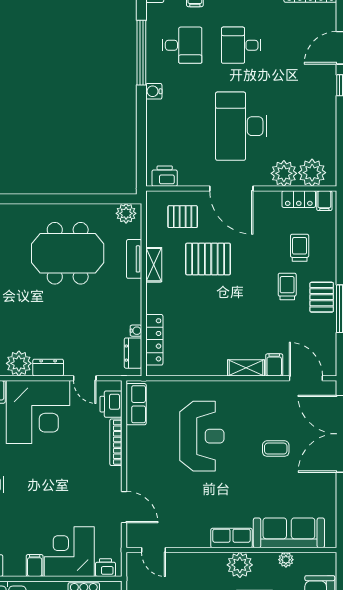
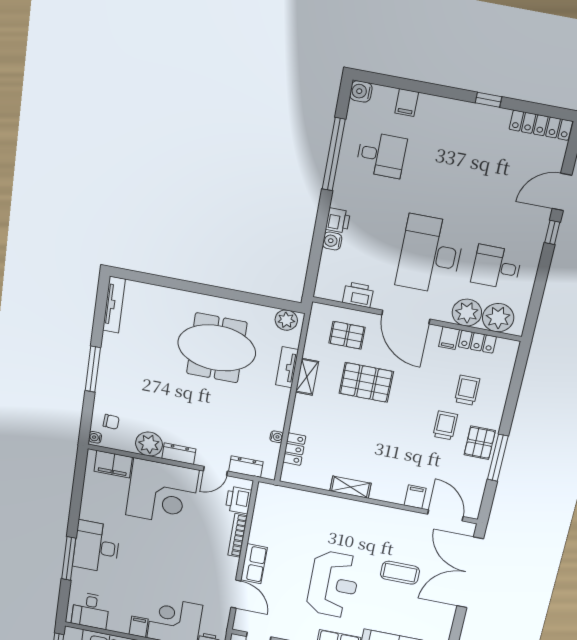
desk: (241, 45) -> (496, 267), moved
water cooler: (154, 91) -> (332, 241), moved
printer: (155, 111) -> (338, 220), added
printer: (165, 176) -> (358, 295), moved
filing cabinet: (324, 201) -> (449, 338), moved
locker: (154, 340) -> (294, 449), width x0.66
dresser: (133, 353) -> (246, 467), moved, turned 90
shelving: (246, 368) -> (350, 487), moved
door: (85, 378) -> (215, 471), hinge flipped
row of seats: (136, 404) -> (254, 564), moved
reception desk: (202, 436) -> (333, 584), moved
coffee table: (276, 449) -> (400, 573), width x1.36, depth x1.30

